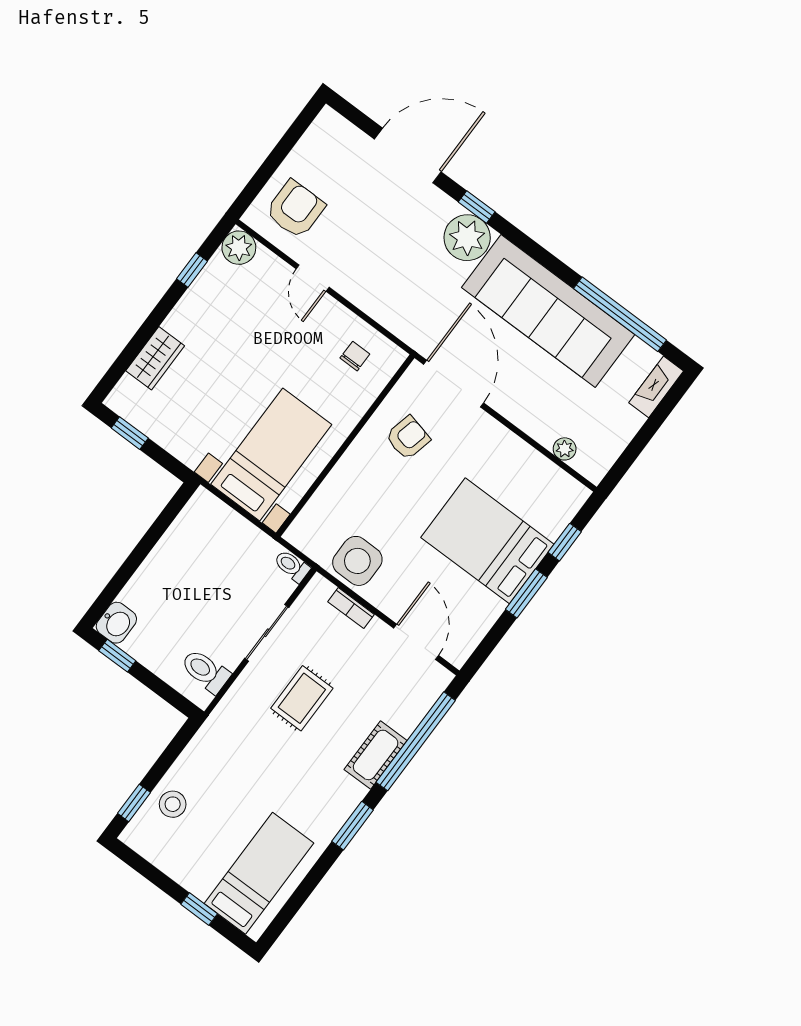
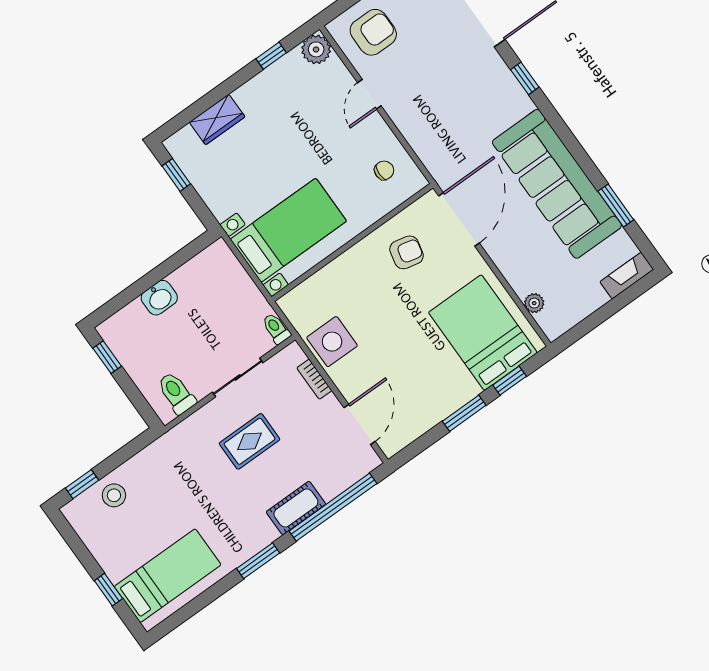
plant: (467, 238) -> (509, 101), removed
window: (620, 314) -> (616, 206), width x0.47
bed: (487, 541) -> (483, 333), moved
washbasin: (116, 623) -> (159, 298), moved

